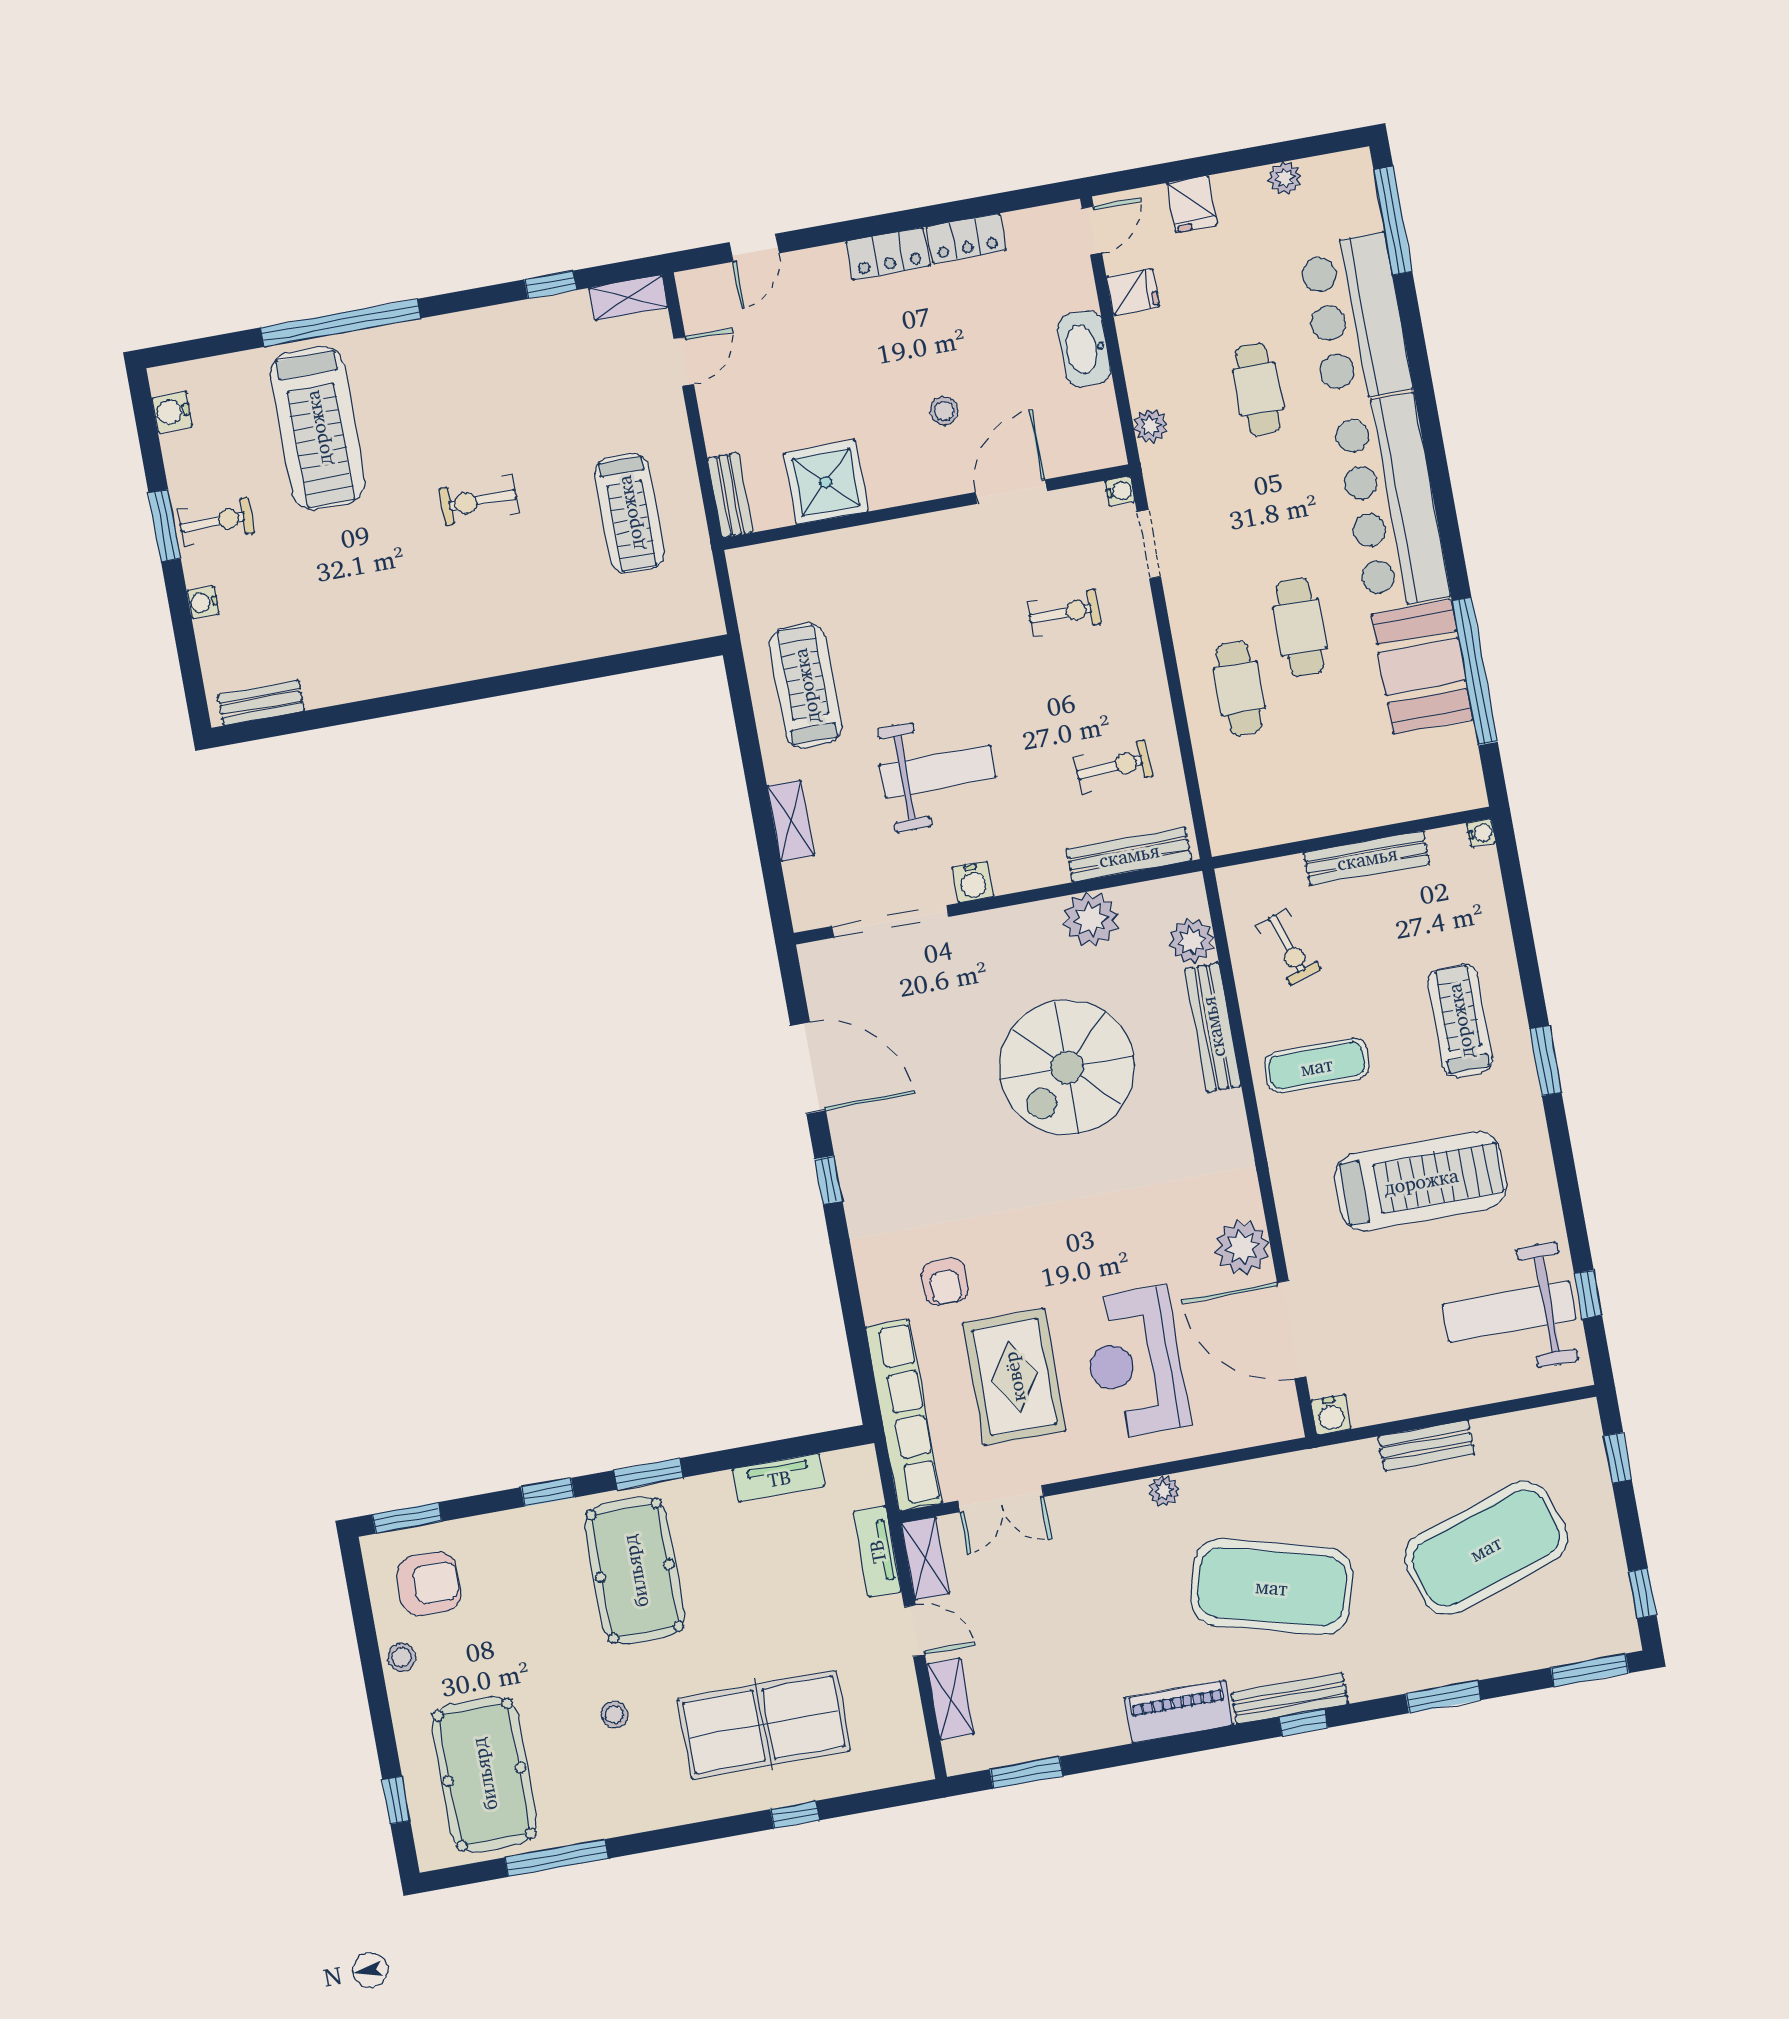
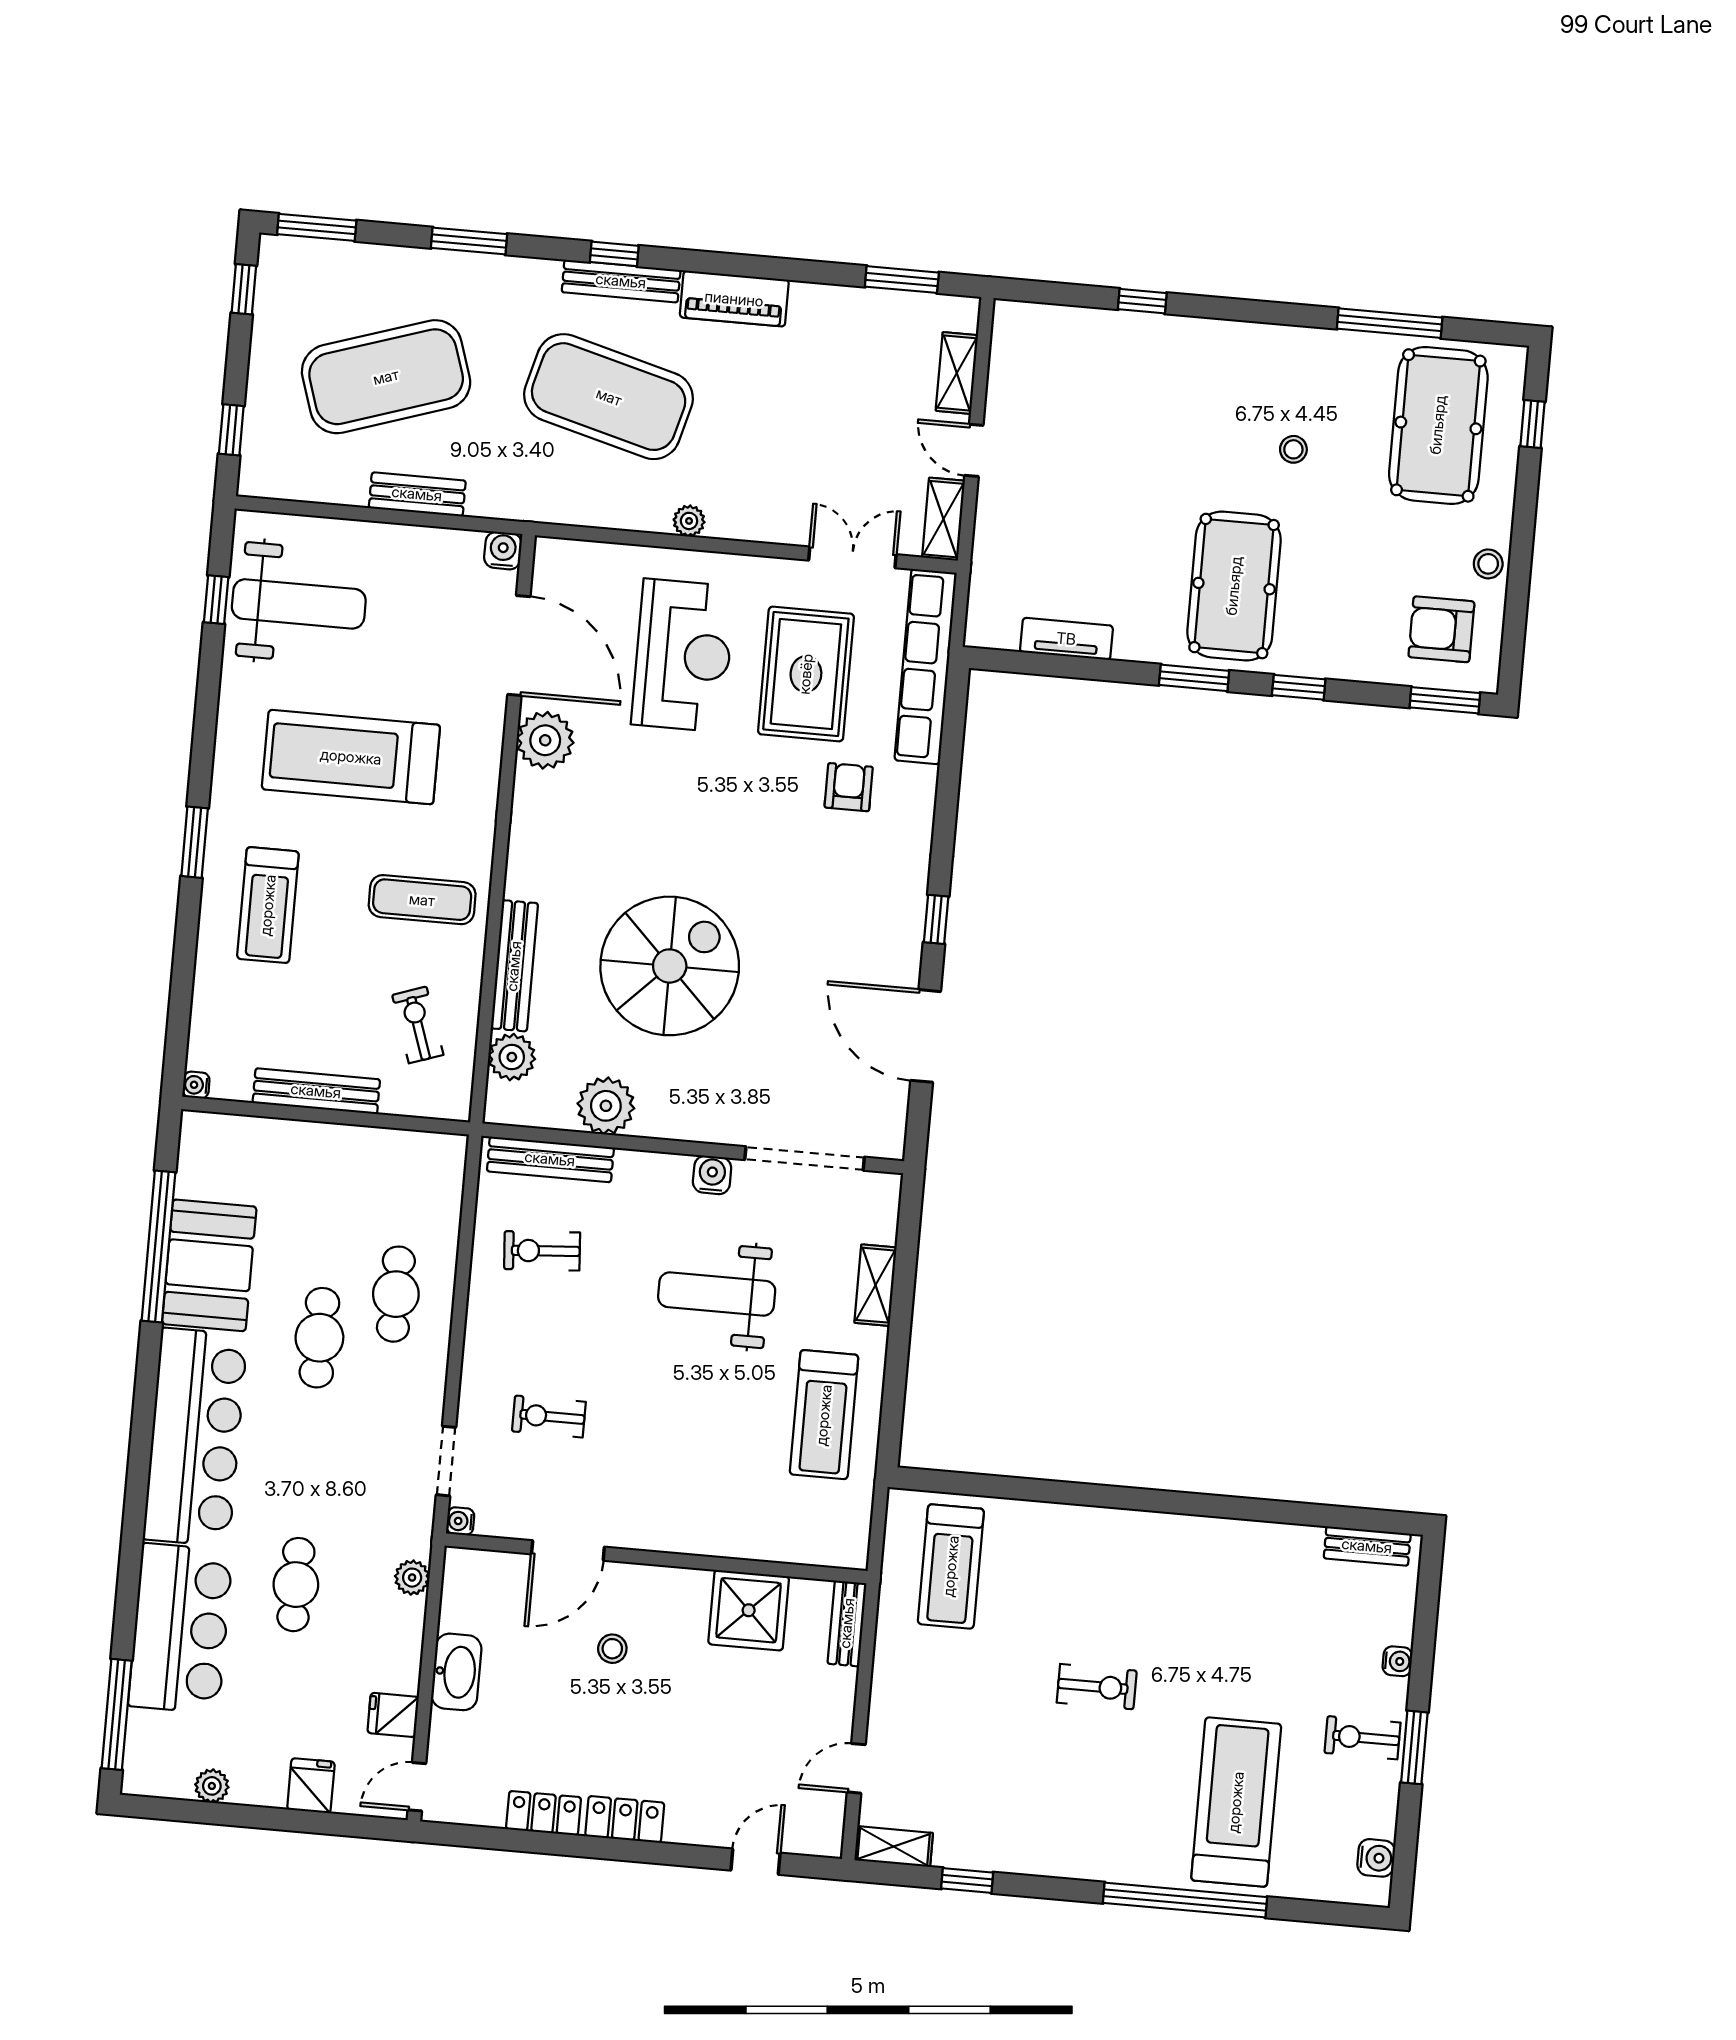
treadmill: (630, 513) -> (951, 1566), moved, turned 180
tv unit: (877, 1552) -> (989, 539), removed
table tennis table: (764, 1725) -> (1148, 399), removed

